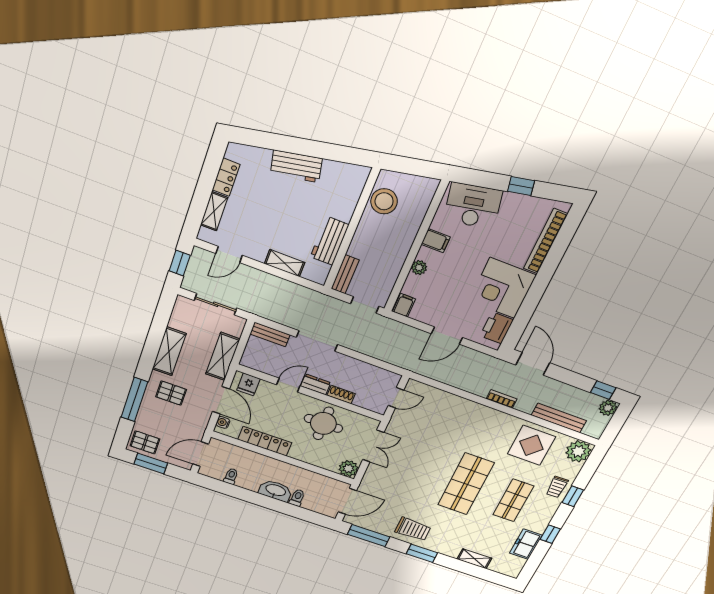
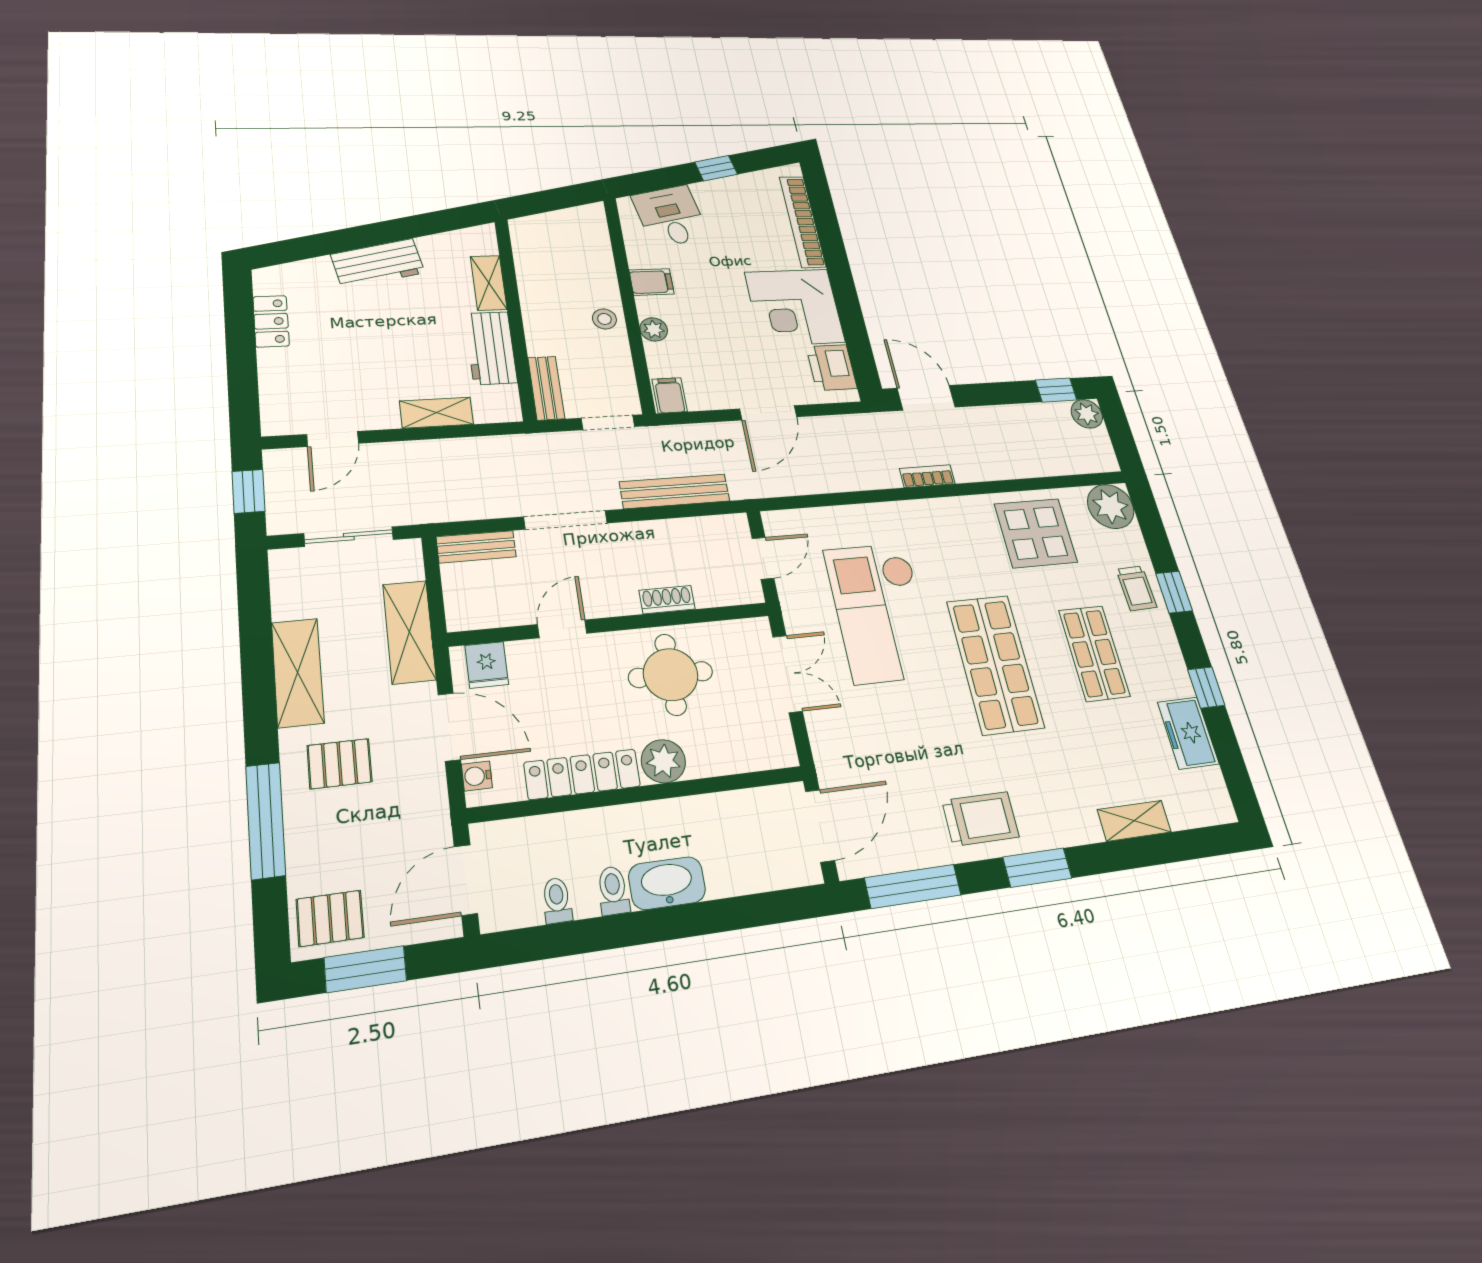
stool: (384, 201) -> (604, 319), moved, width x0.53, depth x0.53
desk: (473, 206) -> (670, 216), width x0.73
shelving: (214, 211) -> (489, 283), moved
dresser: (316, 384) -> (610, 602), removed
bench: (559, 418) -> (675, 491), moved
checkout: (432, 443) -> (880, 612), added
plant: (348, 468) -> (663, 761), moved
toilet: (297, 498) -> (613, 891), moved

